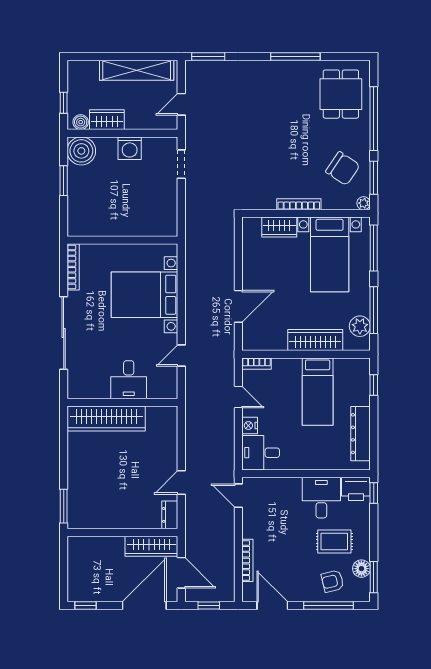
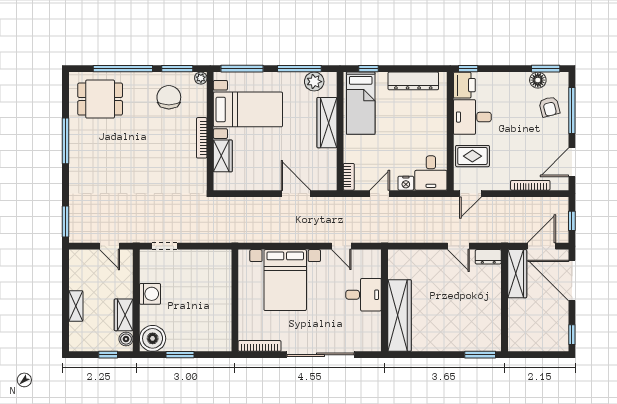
shelving: (137, 70) -> (76, 306), width x0.45, depth x0.75
chair: (343, 169) -> (169, 97), turned -34
bed: (318, 392) -> (361, 103), moved, turned 90
rug: (334, 542) -> (472, 156), moved, turned 90

